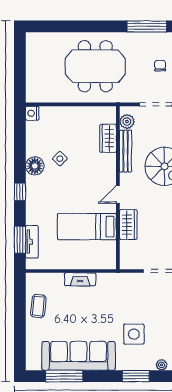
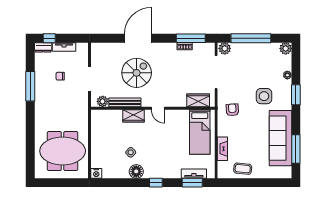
meeting table: (95, 66) -> (63, 151), moved, turned 90
wardrobe: (108, 138) -> (133, 116), moved
wardrobe: (128, 225) -> (198, 100), moved
bed: (87, 227) -> (200, 132), moved
fireplace: (80, 279) -> (222, 149), moved
armchair: (116, 292) -> (232, 110), added

